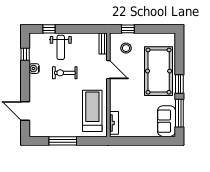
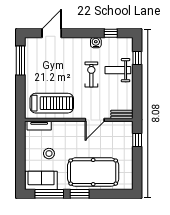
stool: (126, 48) -> (49, 154), moved
window: (63, 141) -> (20, 61), moved

